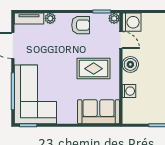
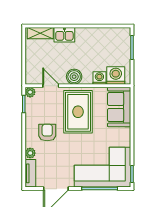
washing machine: (132, 22) -> (116, 75), moved
armchair: (81, 25) -> (47, 133), moved
door: (121, 40) -> (51, 86), hinge flipped
rug: (94, 69) -> (78, 112), width x1.36, depth x1.43

